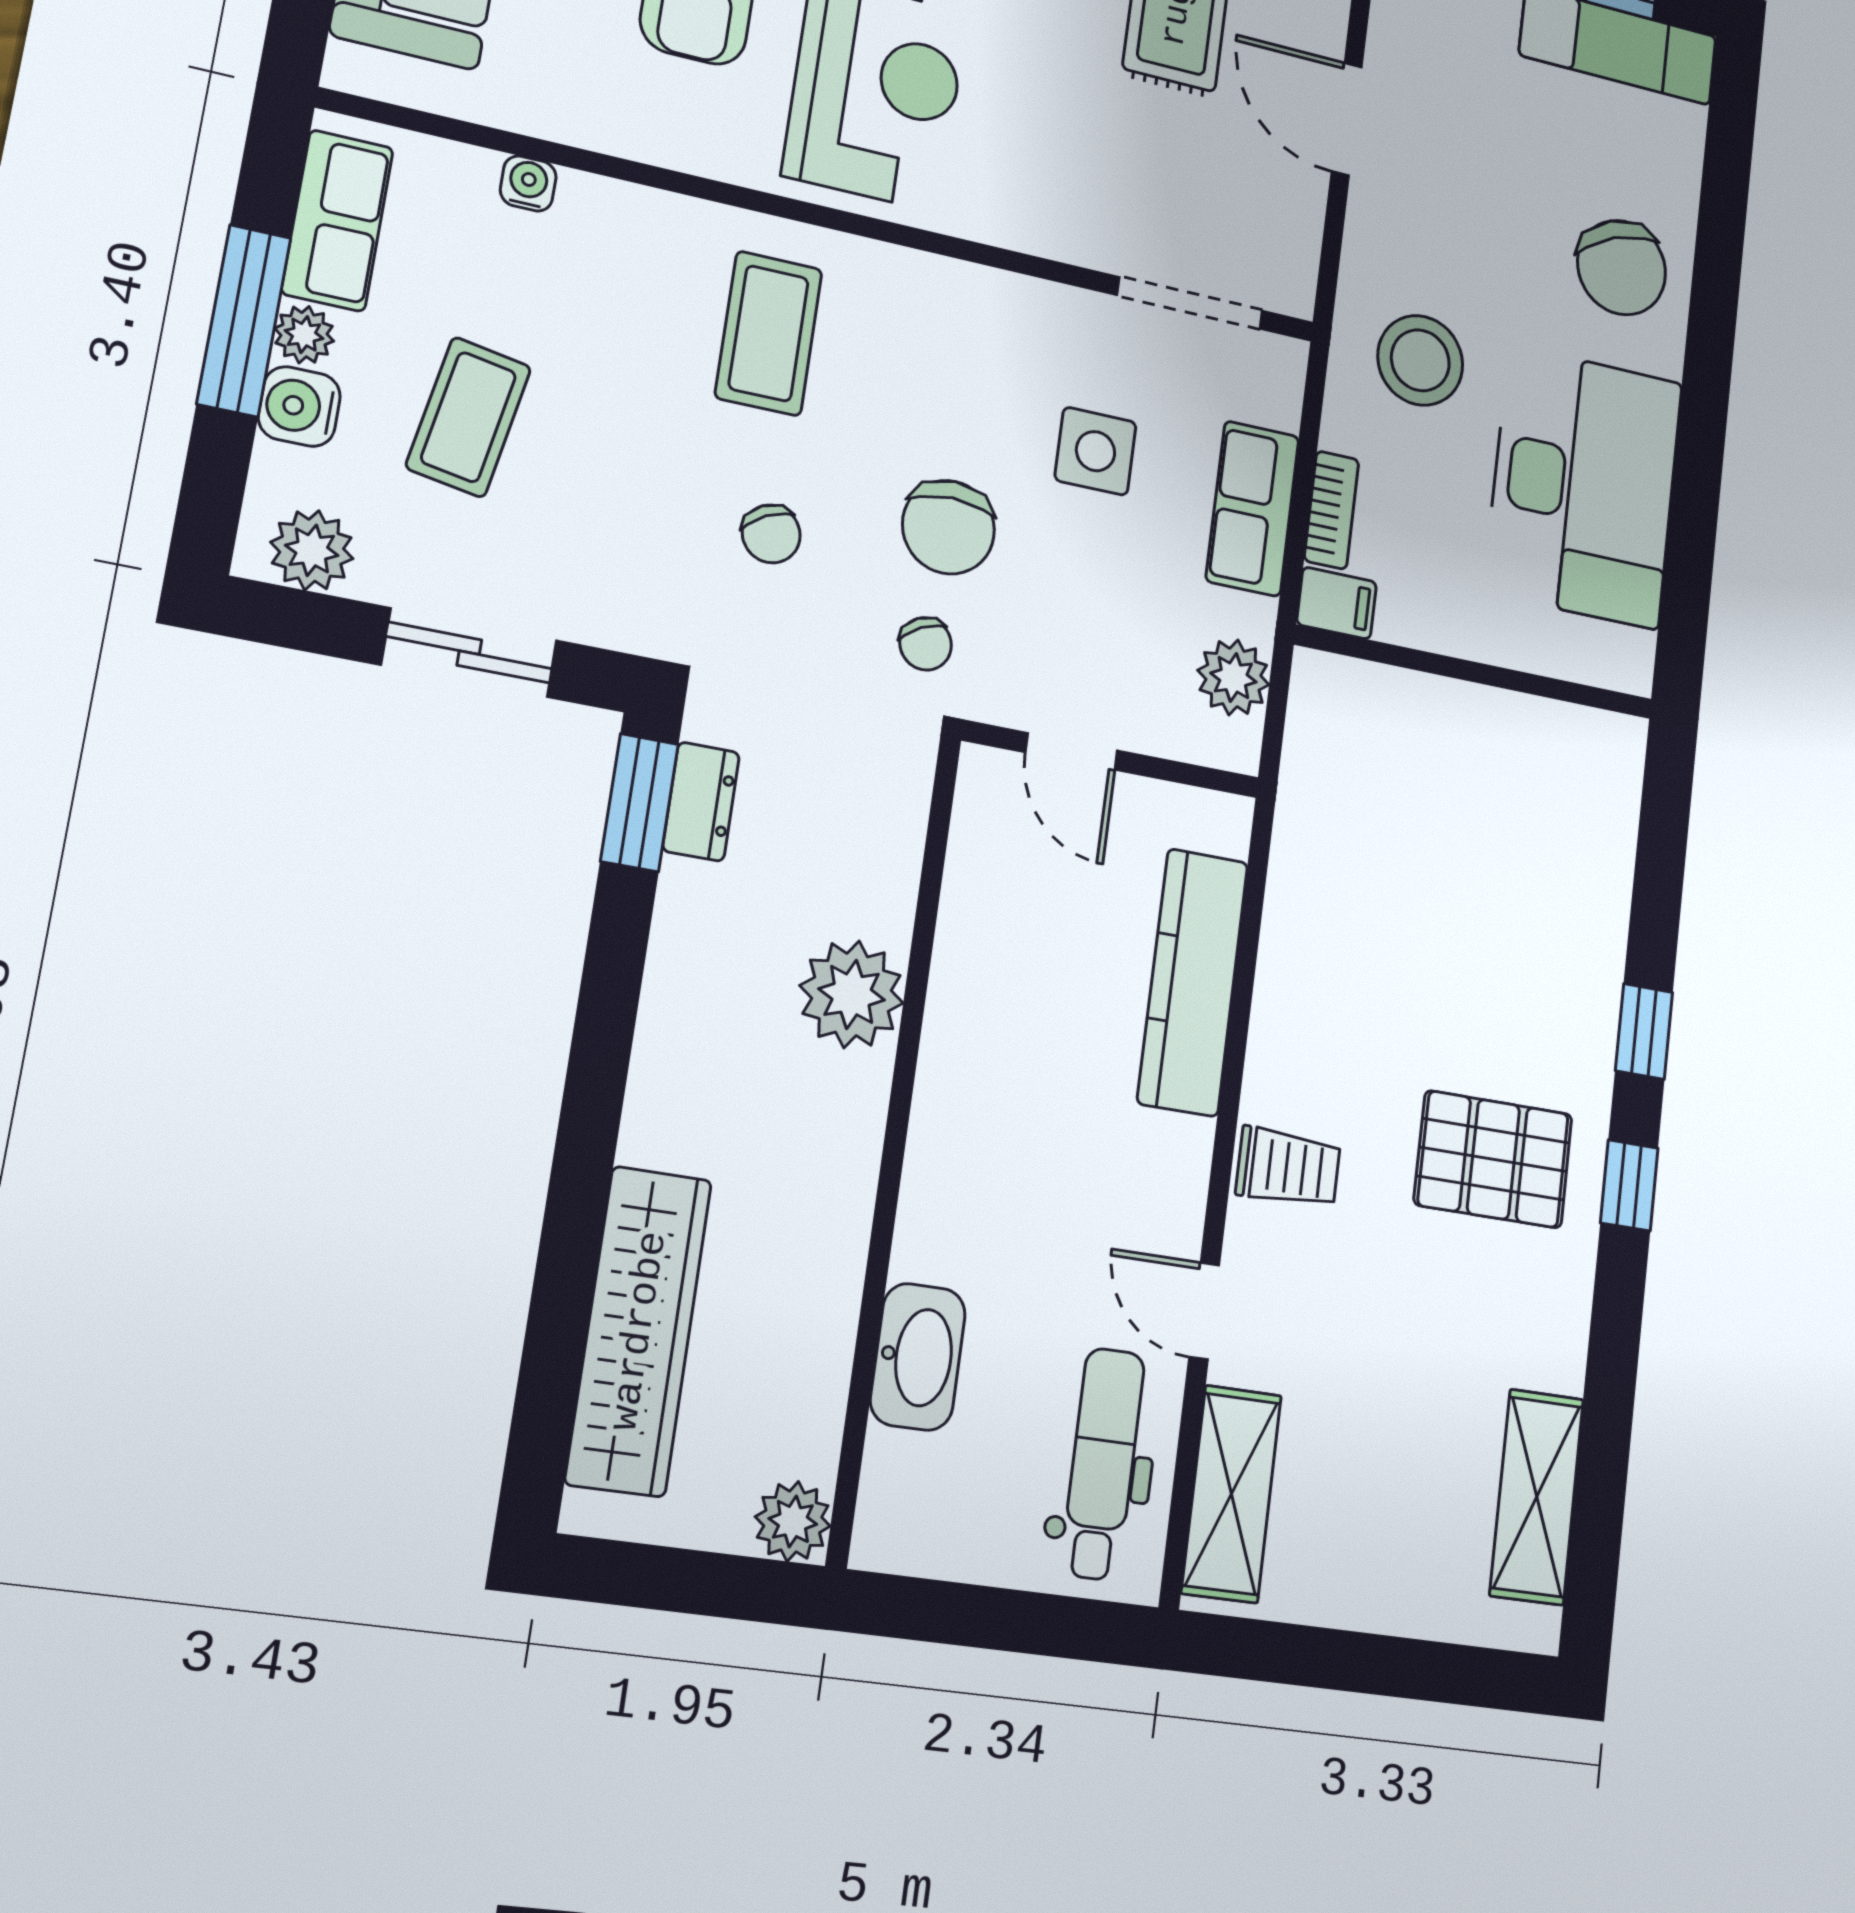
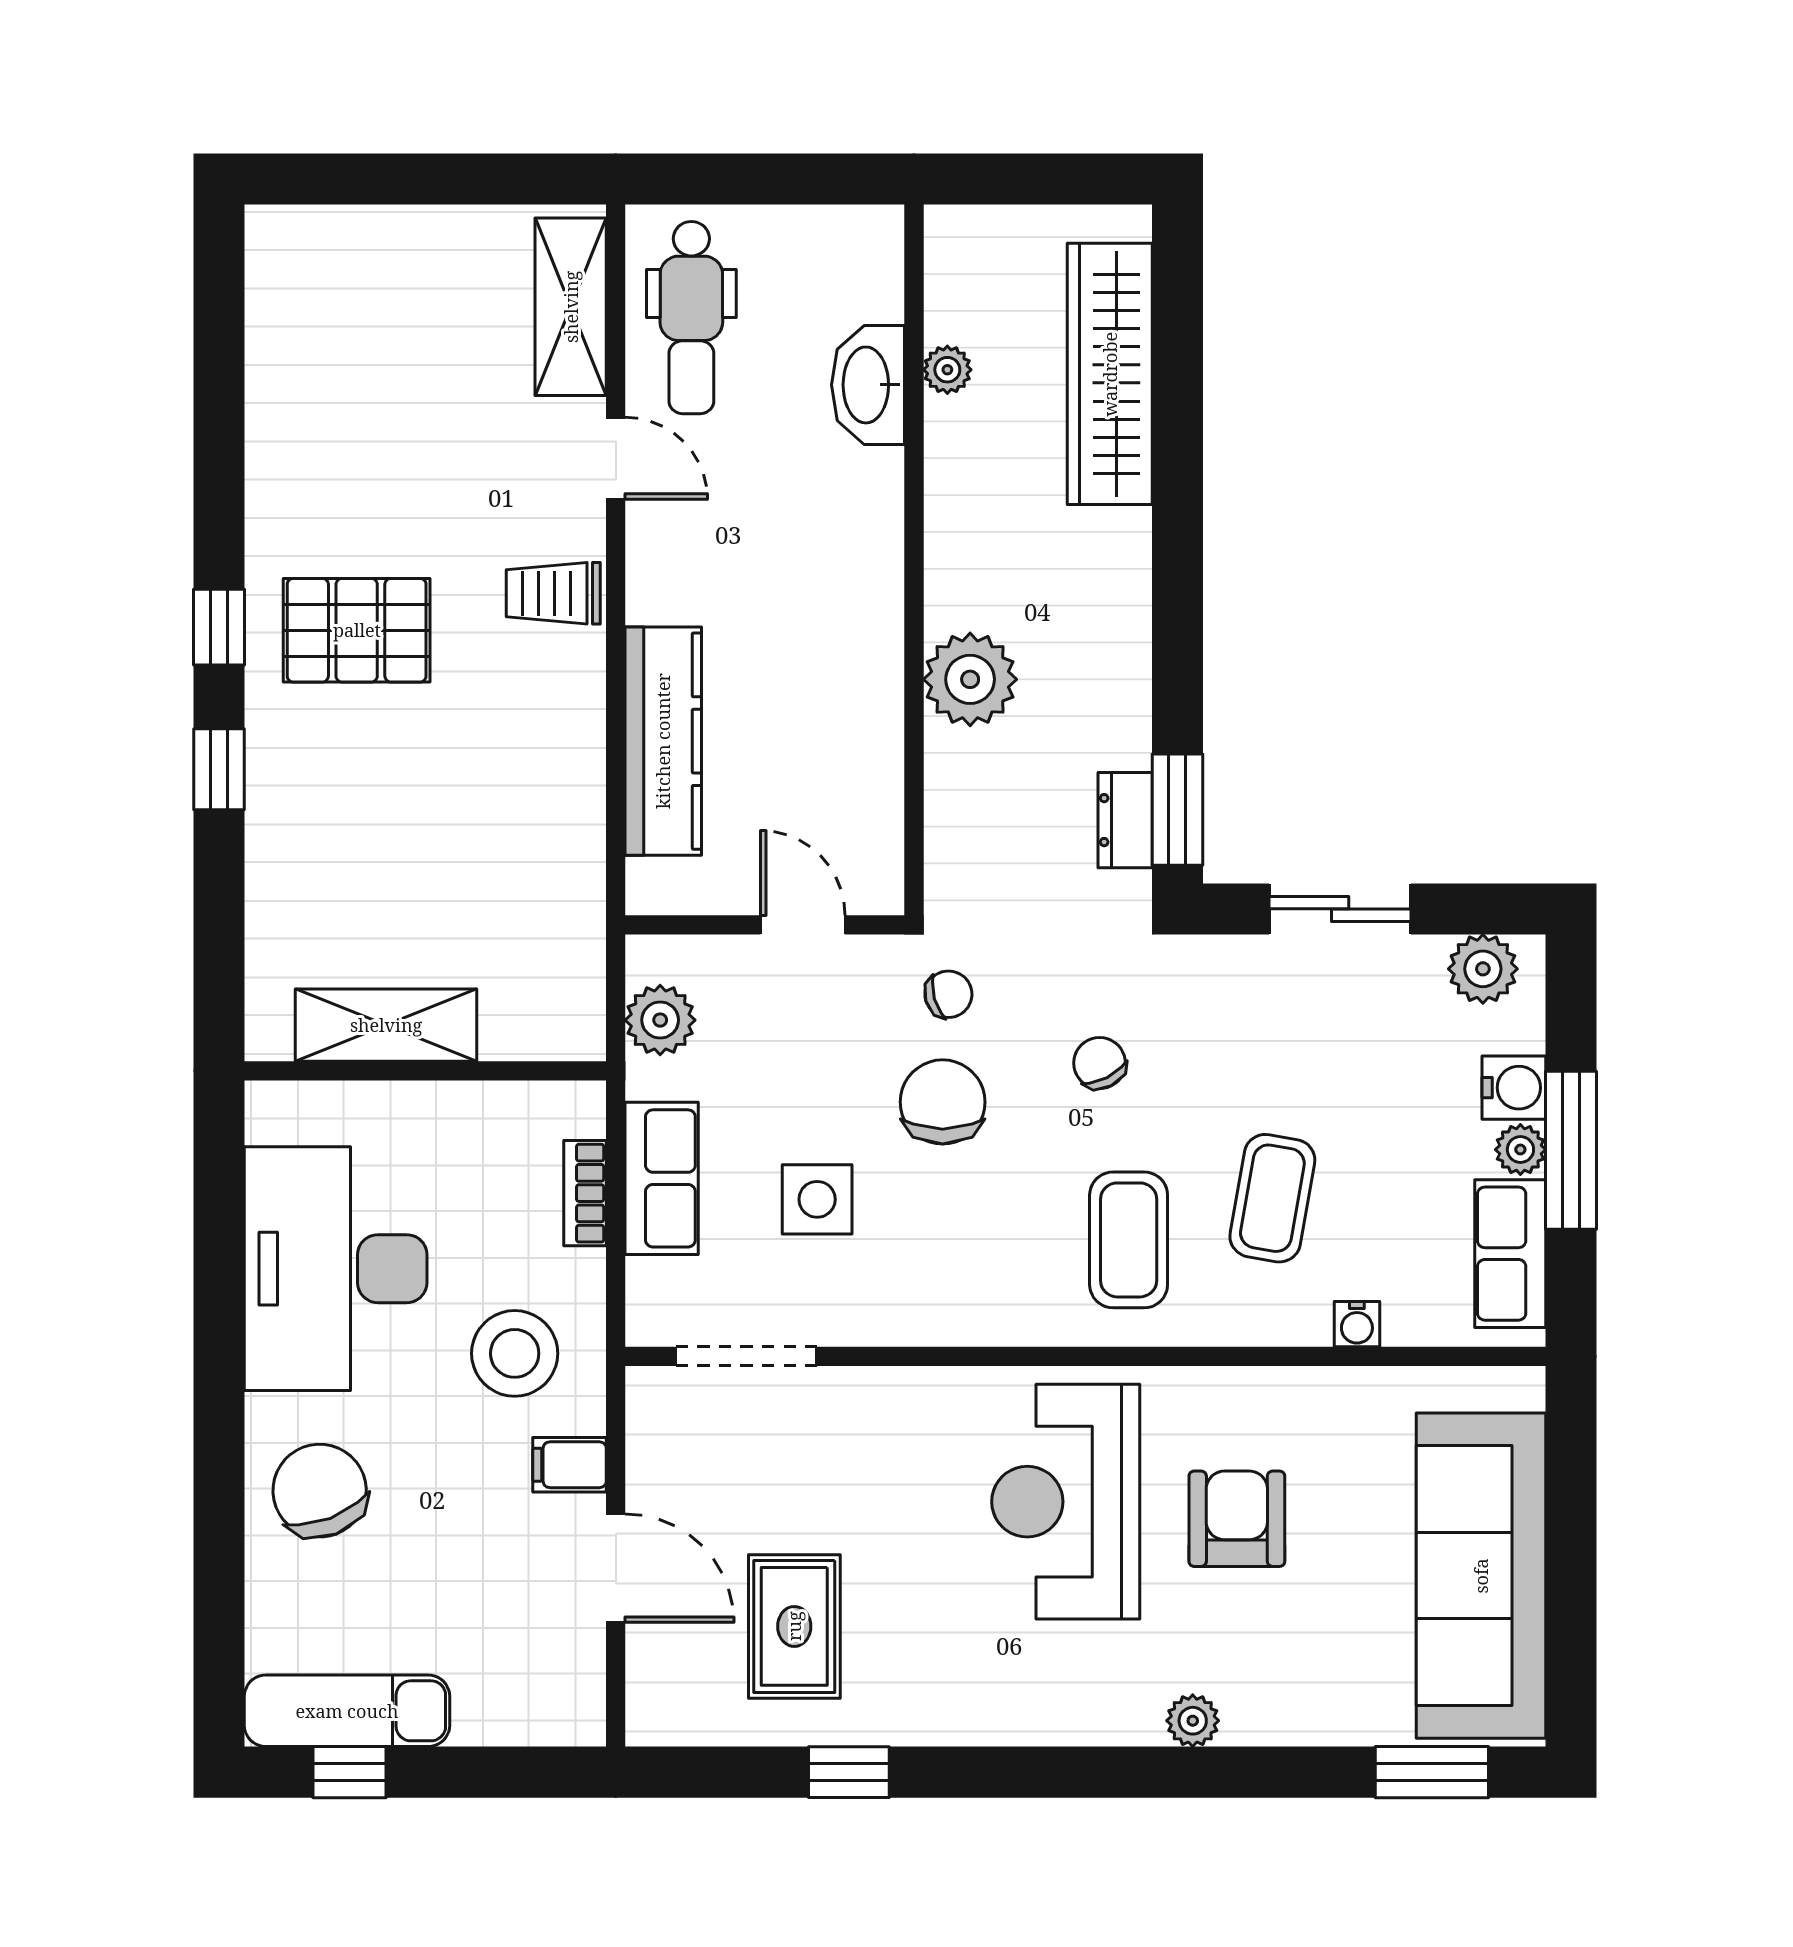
coffee table: (468, 417) -> (1272, 1198), moved
filing cabinet: (1337, 603) -> (570, 1465), moved
chair: (926, 644) -> (948, 994), turned 100
shelving: (1537, 1497) -> (386, 1025), moved, turned 90
plant: (793, 1521) -> (947, 370), moved, width x0.73, depth x0.73

